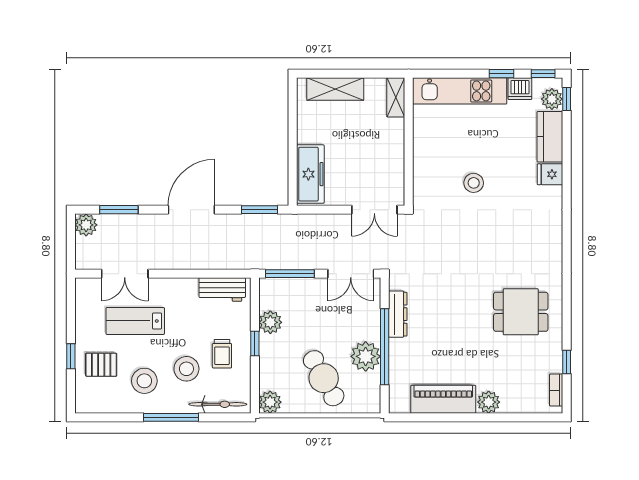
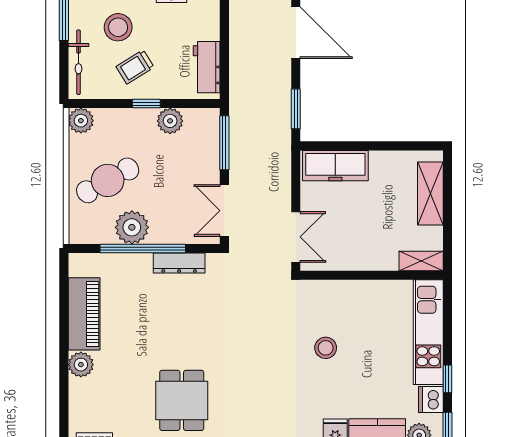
double door: (374, 210) -> (296, 237), swing flipped
trolley: (222, 354) -> (135, 67), turned -32

